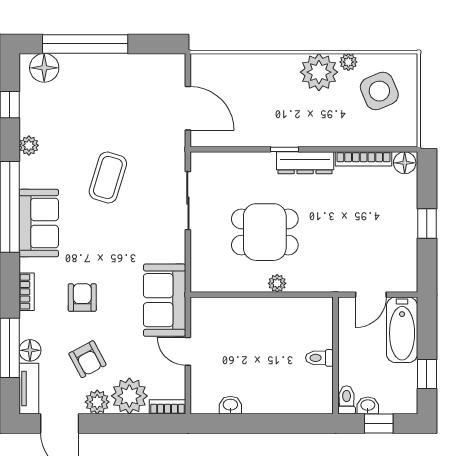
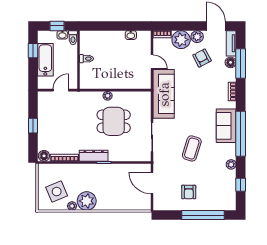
floor lamp: (44, 68) -> (224, 203), removed
armchair: (82, 298) -> (189, 192), moved
sofa: (165, 300) -> (164, 94), width x1.36
bathtub: (402, 330) -> (45, 60), moved

